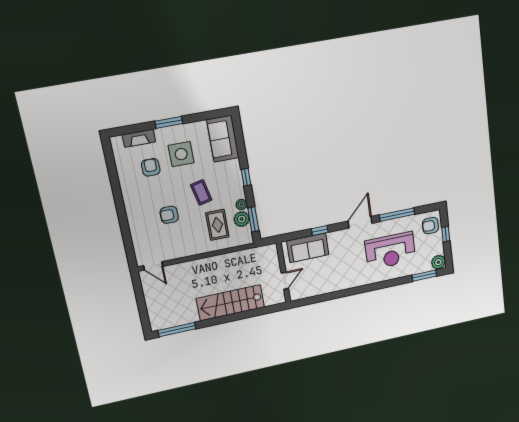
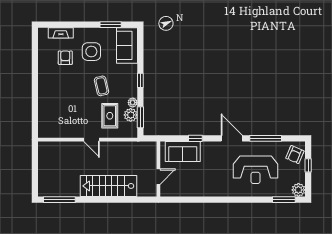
window: (169, 122) -> (111, 25), moved
armchair: (169, 215) -> (72, 99), removed
door: (360, 222) -> (232, 138), hinge flipped
armchair: (430, 226) -> (295, 155), turned -67
door: (153, 266) -> (92, 140), moved

